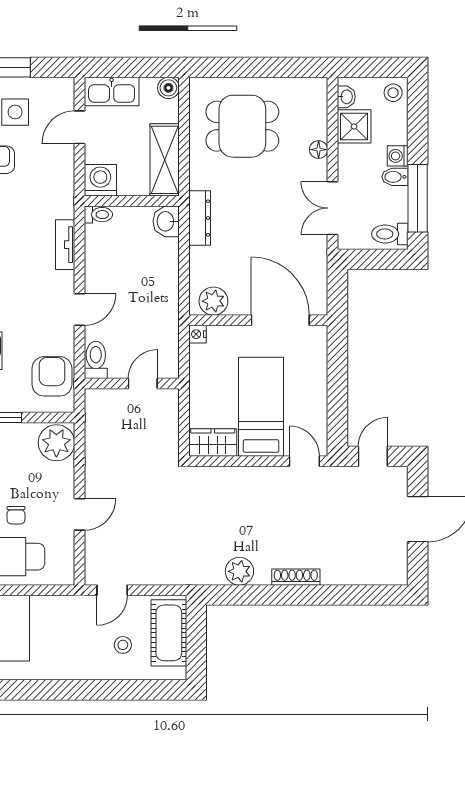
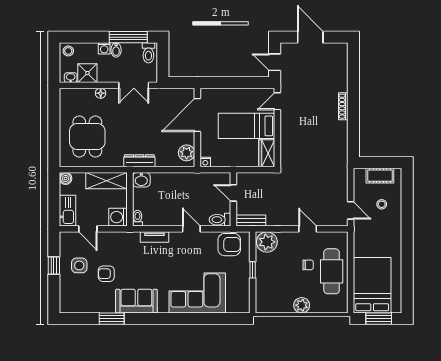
armchair: (52, 376) -> (229, 245), turned 180
bench: (94, 414) -> (251, 220), added
plant: (239, 571) -> (340, 138), removed
cot: (169, 633) -> (380, 176), width x0.73, depth x0.75

